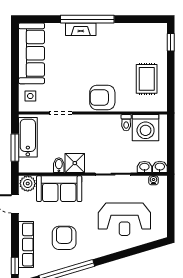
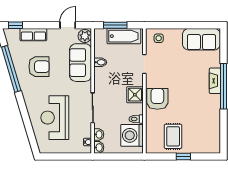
window: (171, 42) -> (183, 157), moved
sofa: (31, 53) -> (201, 39), width x0.73
rug: (147, 79) -> (173, 136), turned 90
shower: (75, 163) -> (135, 95), moved
row of seats: (26, 245) -> (33, 35), width x0.68

